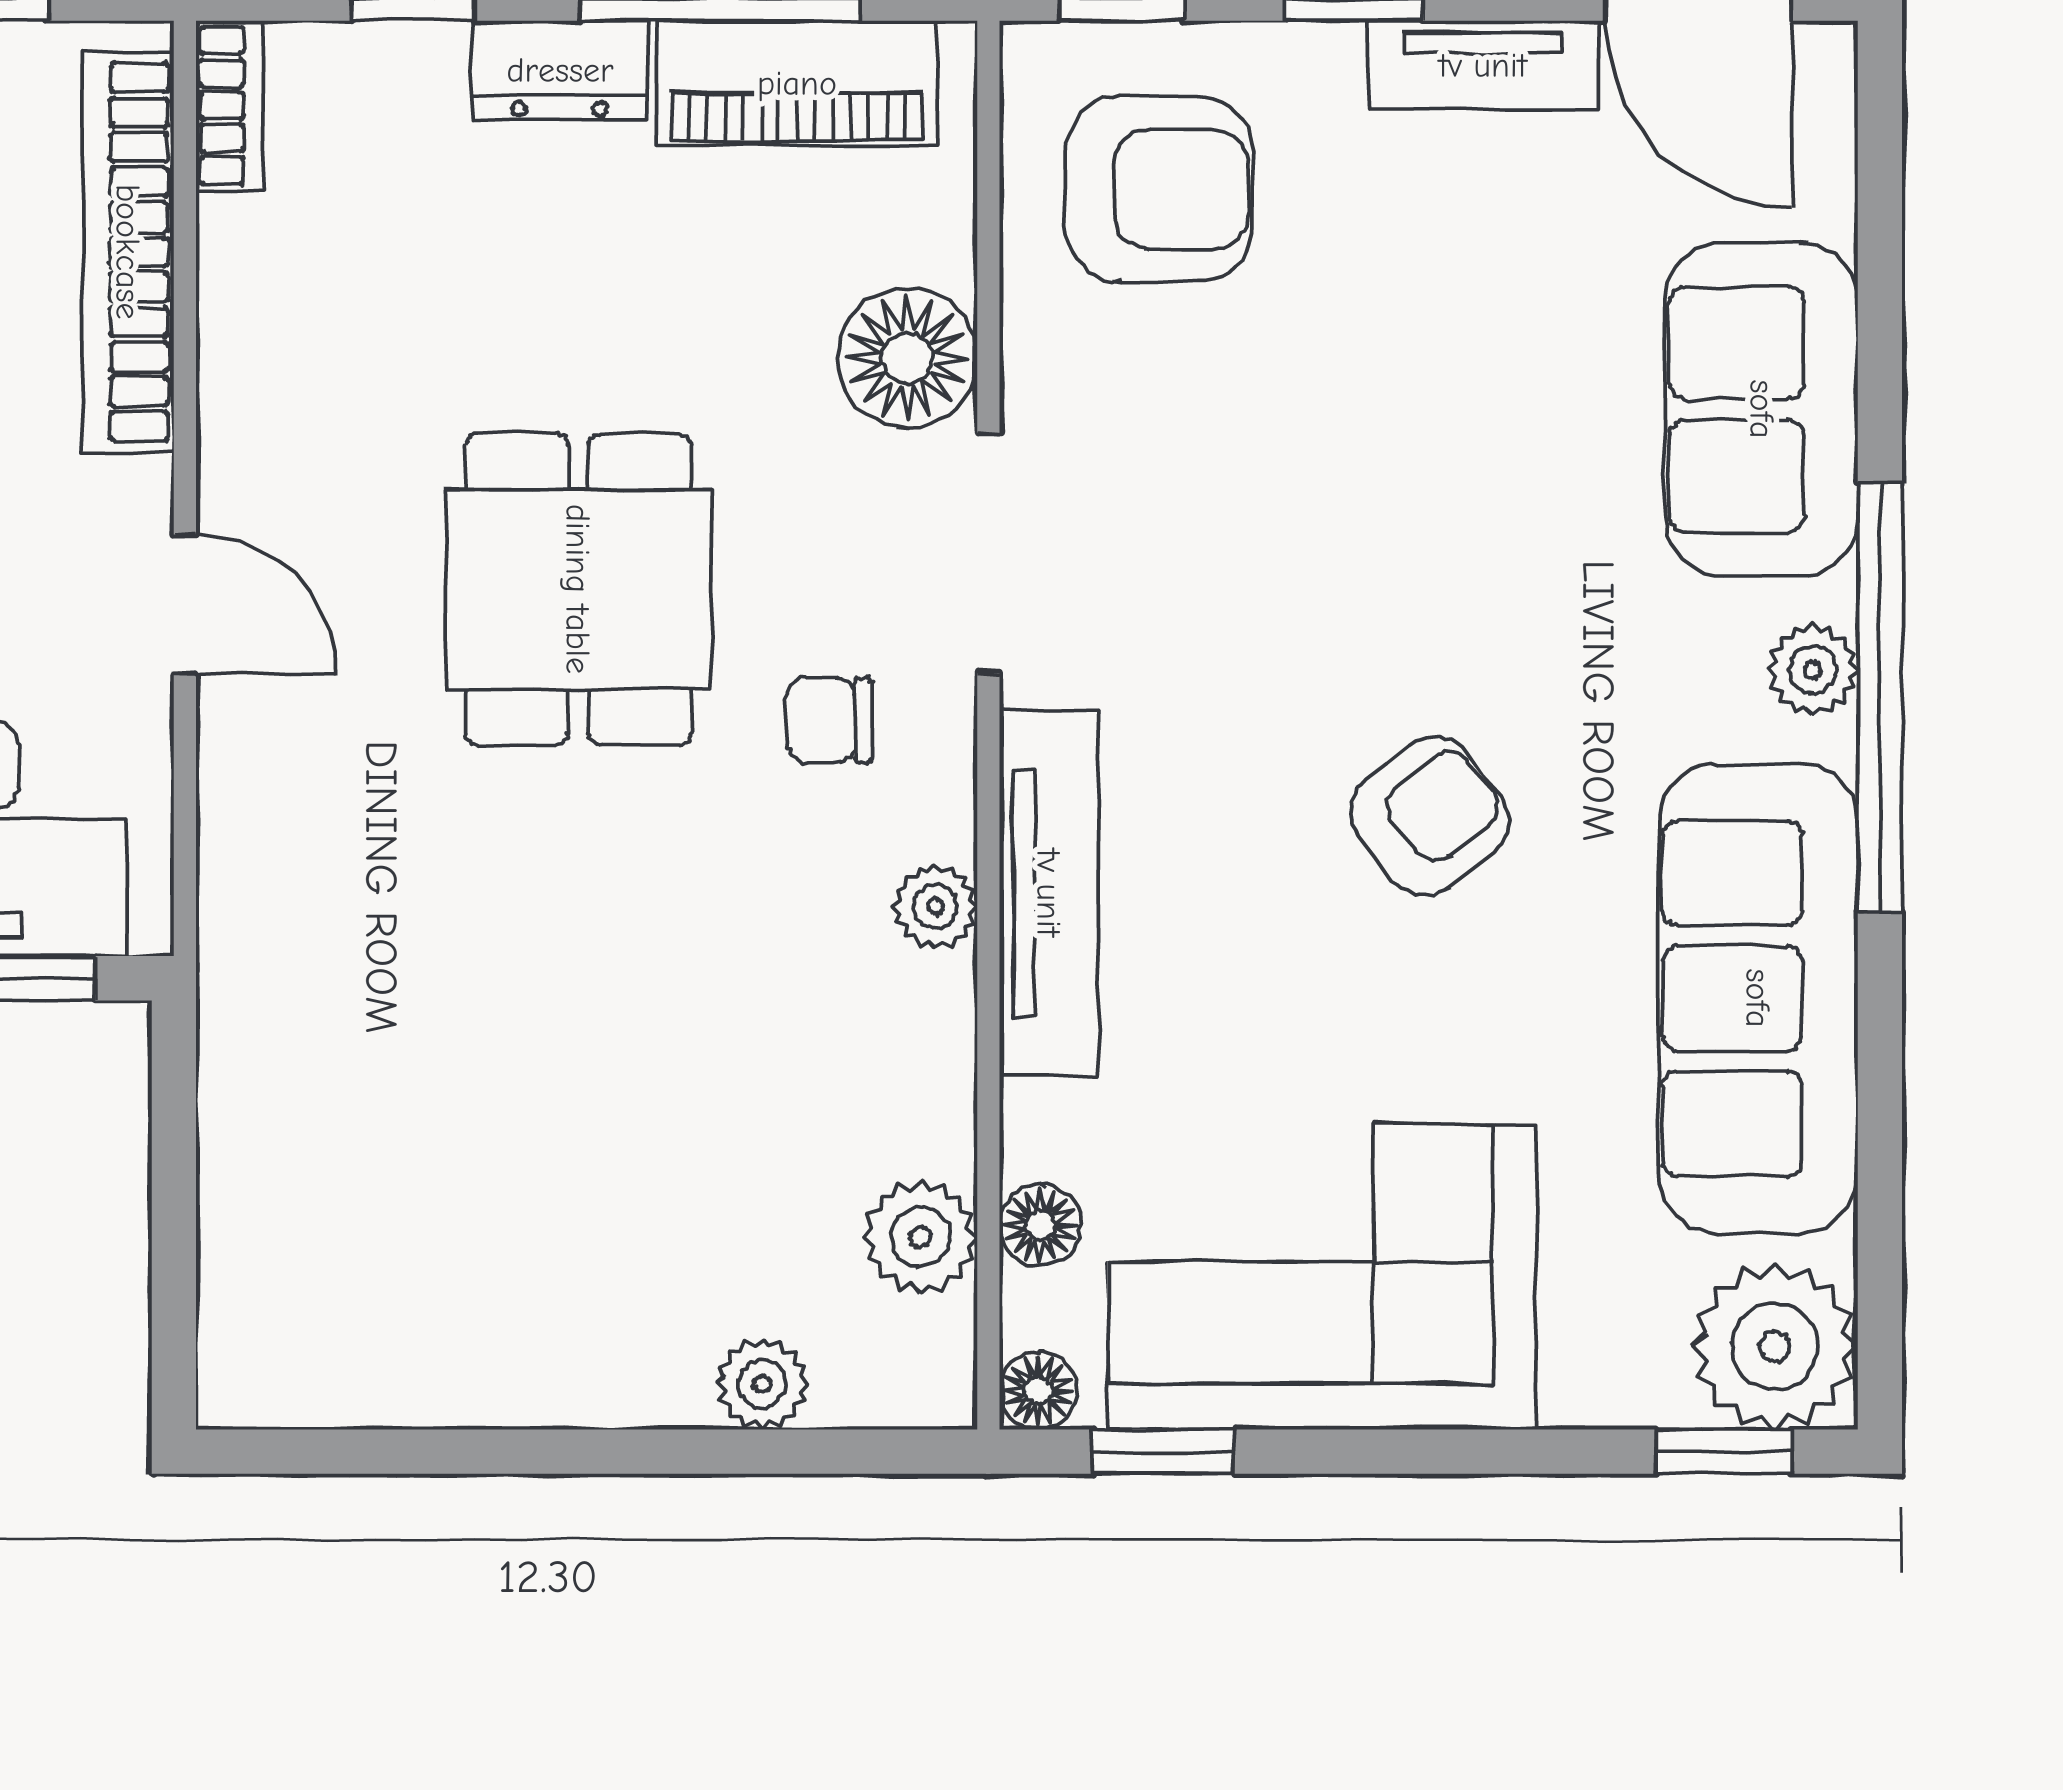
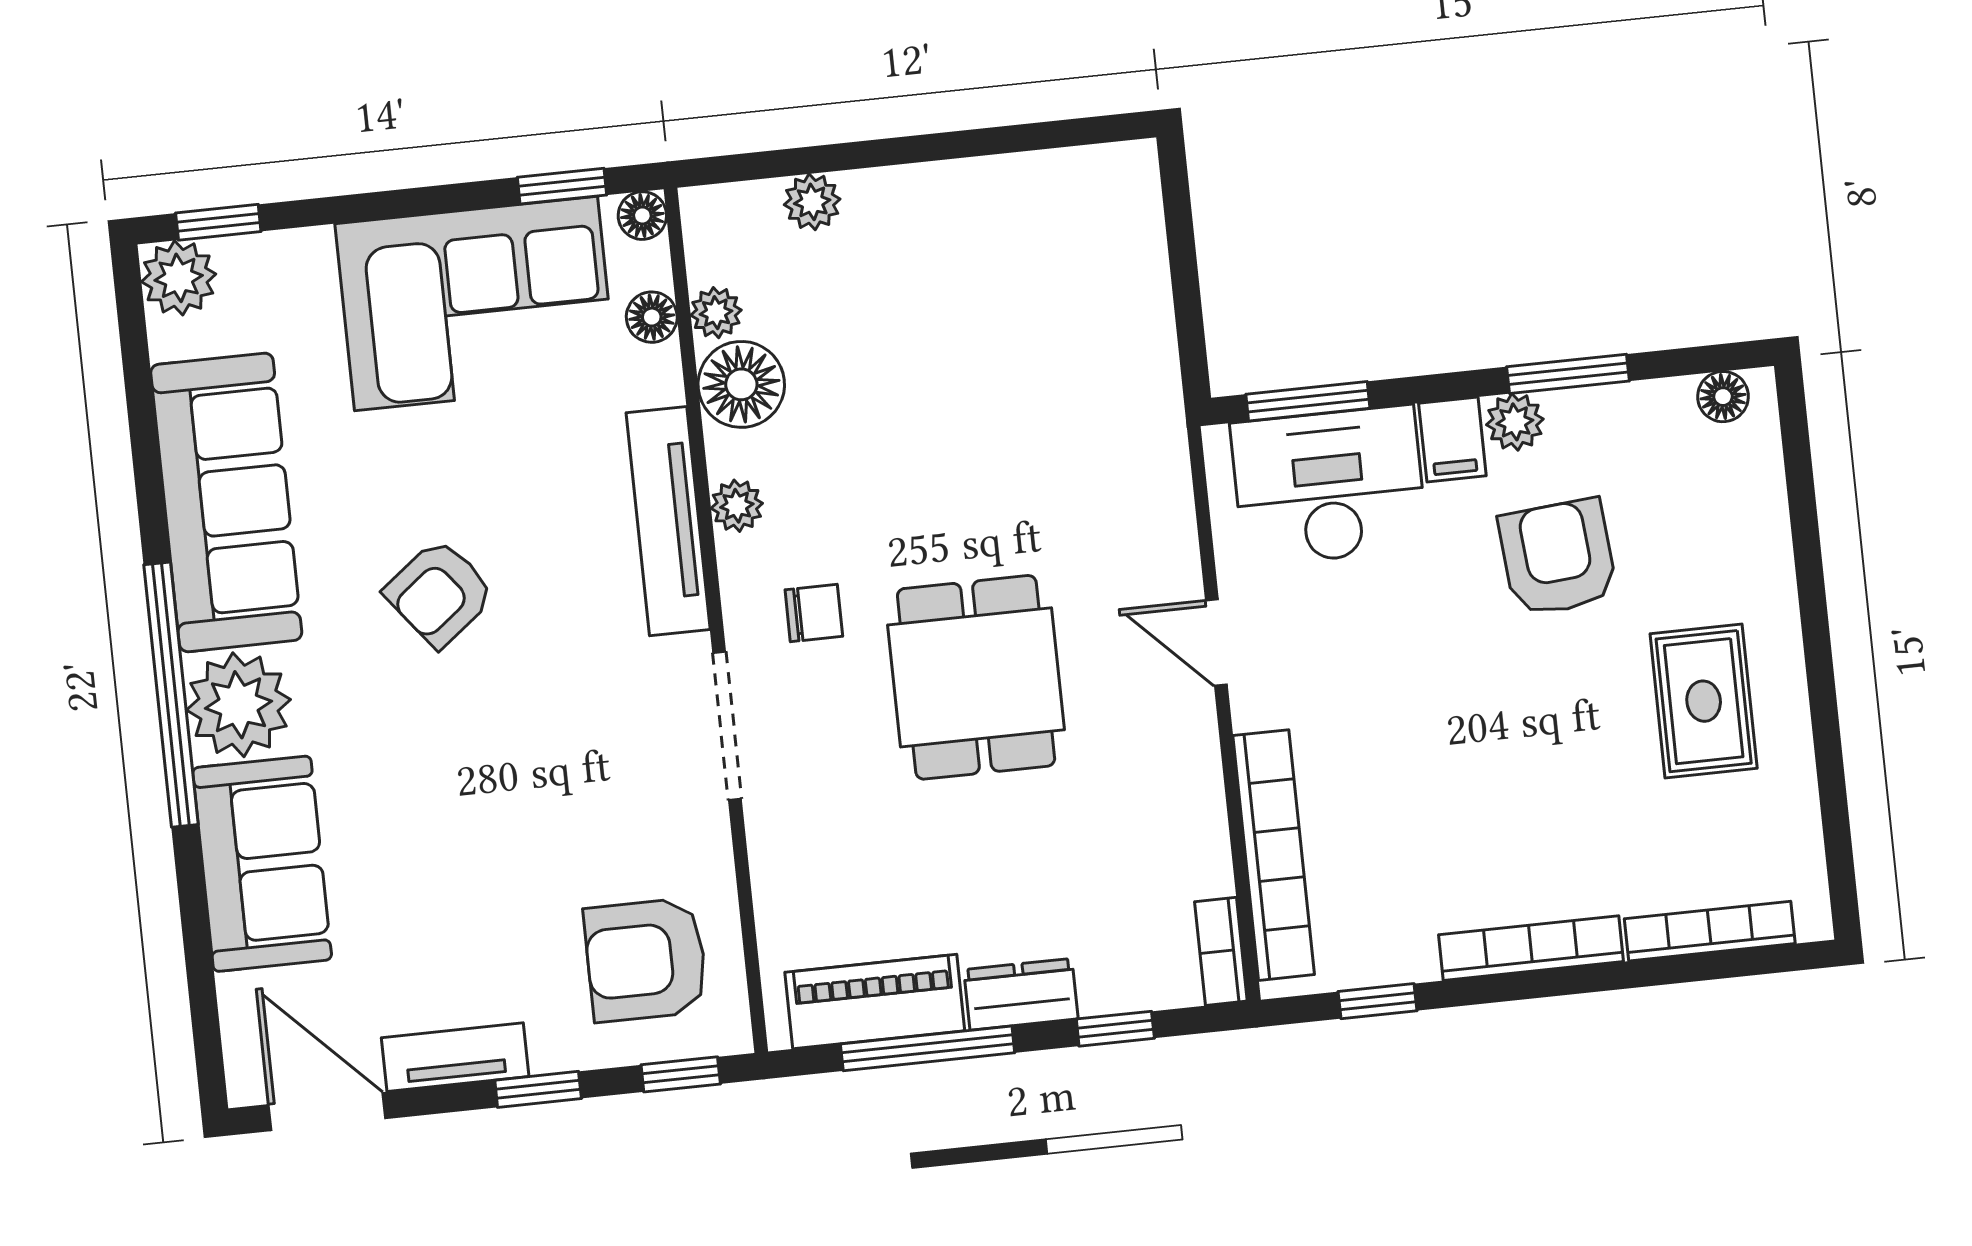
floor lamp: (907, 358) -> (741, 384), moved
plant: (1813, 670) -> (238, 705), width x1.88, depth x1.88
plant: (921, 1237) -> (716, 313), width x0.73, depth x0.73
plant: (1775, 1346) -> (179, 278), width x0.73, depth x0.73

